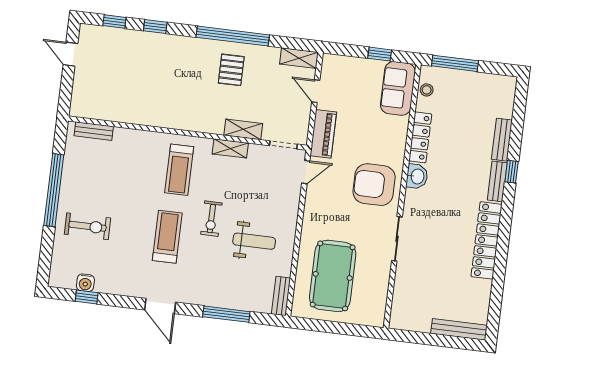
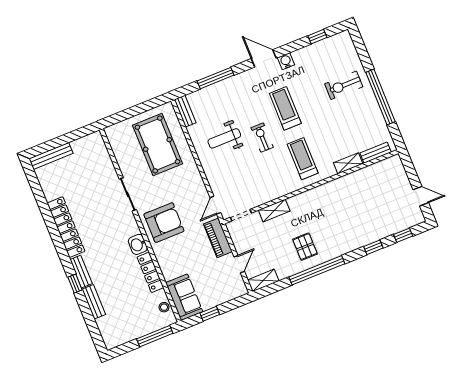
door: (316, 91) -> (239, 264), hinge flipped
shelving: (230, 148) -> (348, 163), moved
treadmill: (167, 237) -> (285, 108), turned 180
water cooler: (85, 283) -> (286, 61), moved

